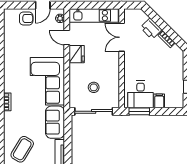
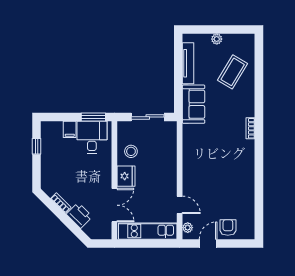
armchair: (26, 18) -> (228, 228), turned 90
fridge: (77, 54) -> (126, 176), moved, turned 180
corner sofa: (47, 81) -> (203, 153), removed
stool: (94, 87) -> (131, 151), moved
sliding door: (94, 111) -> (148, 117), width x0.73

